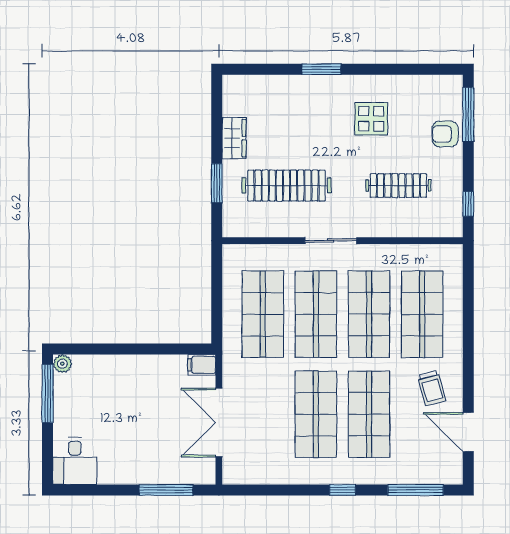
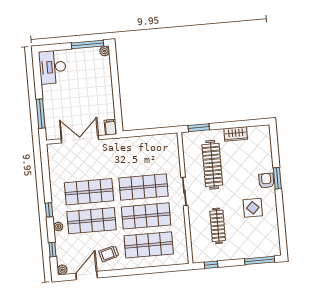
armchair: (445, 134) -> (266, 181), moved
window: (217, 183) -> (199, 128), moved
shop shelf: (263, 314) -> (141, 158), removed
desk: (75, 461) -> (52, 67), width x1.37
plant: (454, 475) -> (62, 270), added
plant: (374, 476) -> (58, 226), added
window: (415, 490) -> (53, 250), width x0.46

